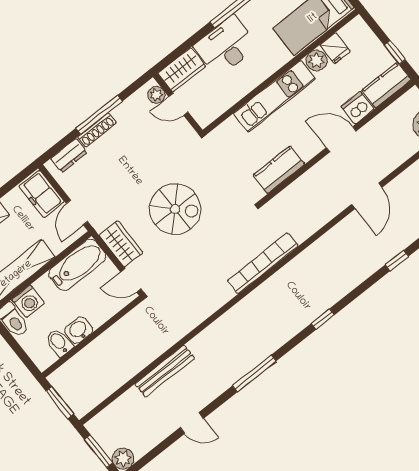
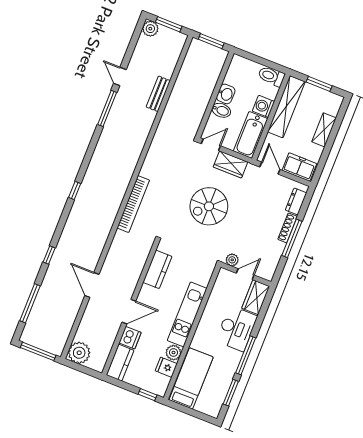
window: (395, 52) -> (148, 395), moved
plant: (156, 95) -> (232, 260), moved
washing machine: (28, 301) -> (263, 106), moved
bidet: (59, 342) -> (221, 110), moved
bench: (165, 371) -> (158, 94), width x0.73
window: (254, 373) -> (107, 108), moved
door: (192, 423) -> (120, 76), hinge flipped

